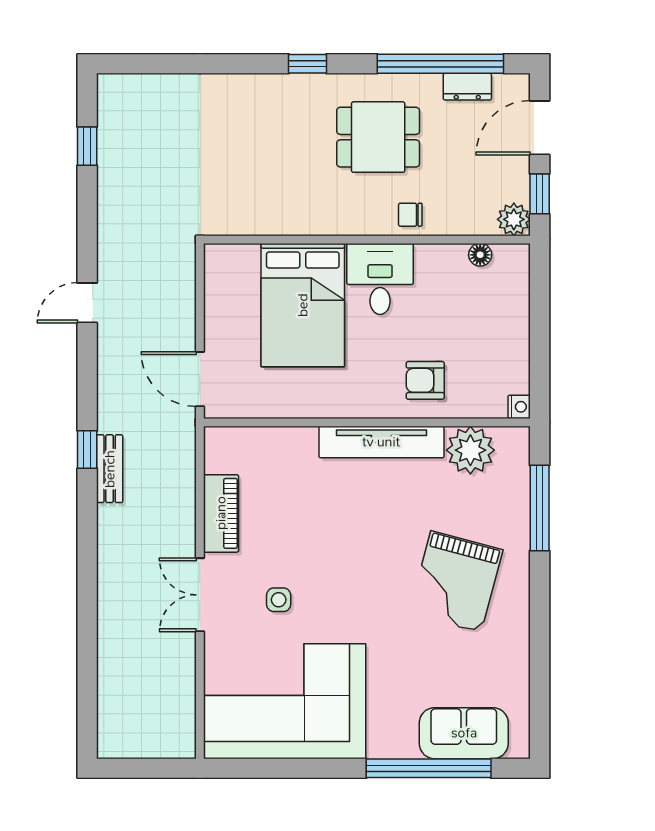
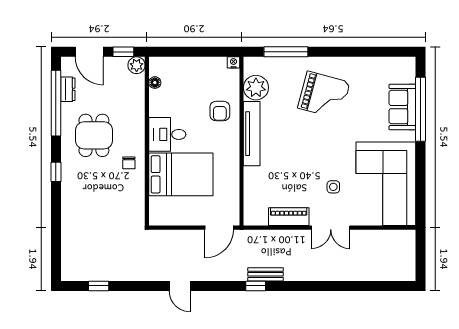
chair: (410, 215) -> (129, 163), moved
sofa: (464, 733) -> (402, 107), moved

